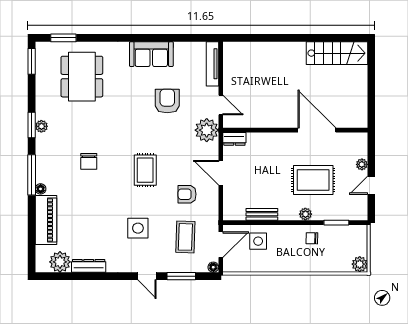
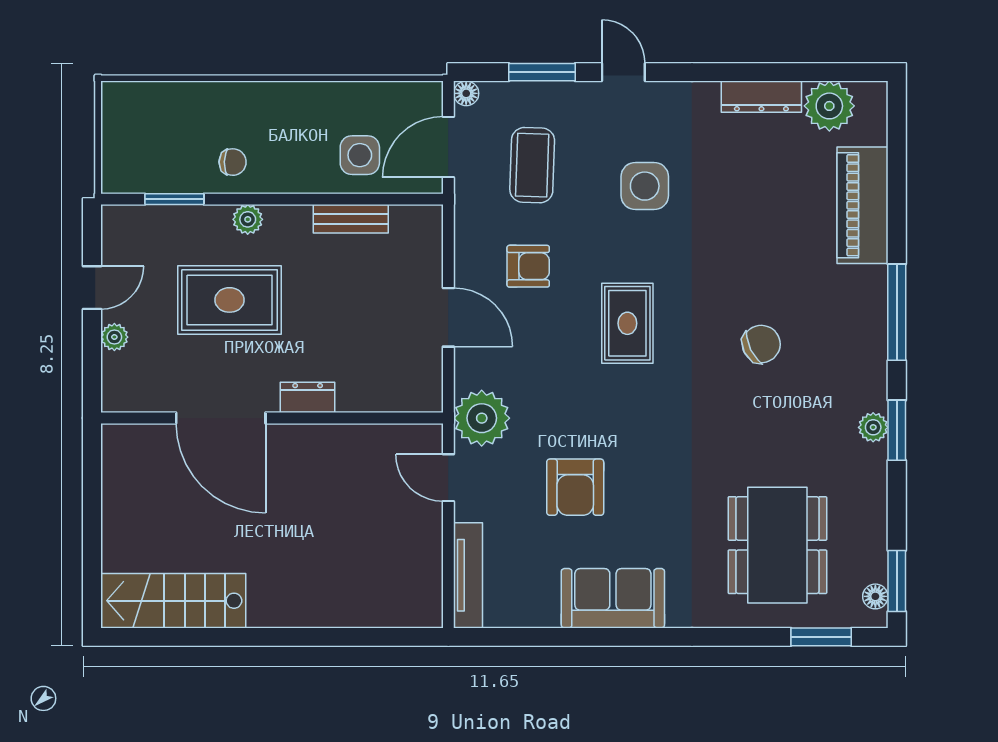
dresser: (234, 139) -> (308, 397), moved
chair: (89, 161) -> (761, 344), turned 64
floor lamp: (41, 189) -> (875, 596), moved
plant: (360, 264) -> (119, 101), removed

